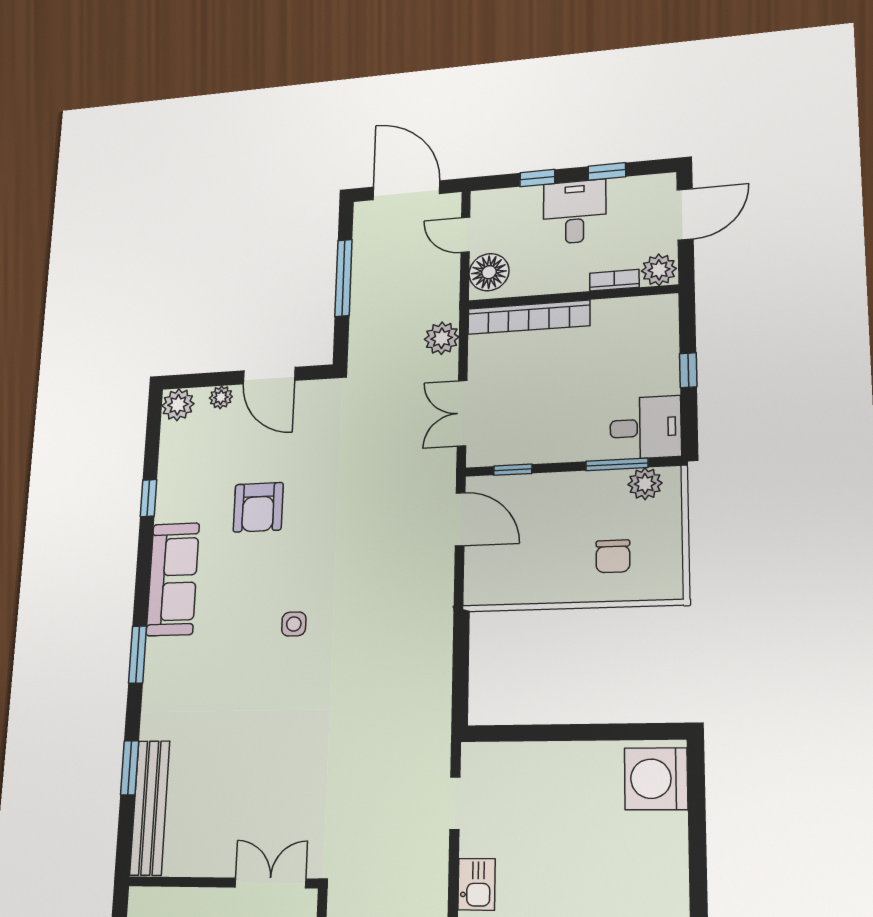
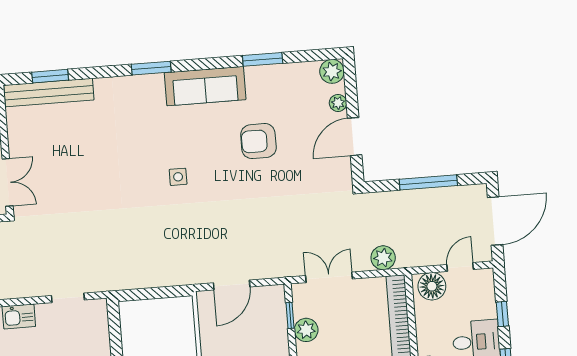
plant: (537, 447) -> (306, 330), added
window: (148, 498) -> (263, 59), width x1.50
door: (460, 519) -> (232, 285), moved
window: (130, 768) -> (50, 76), moved

